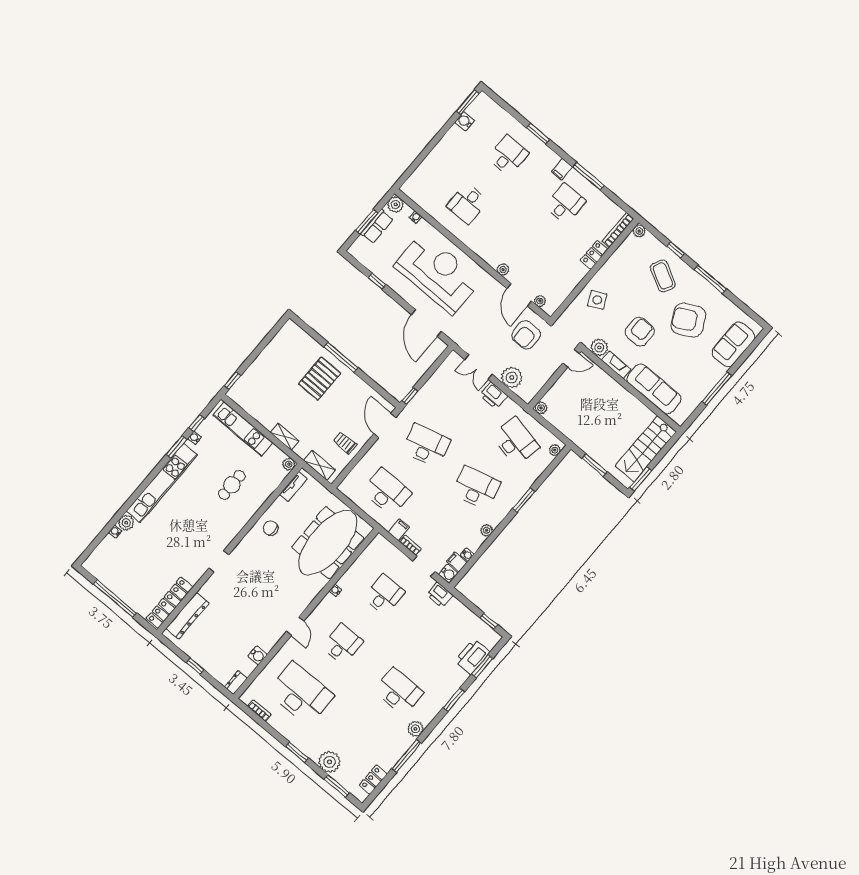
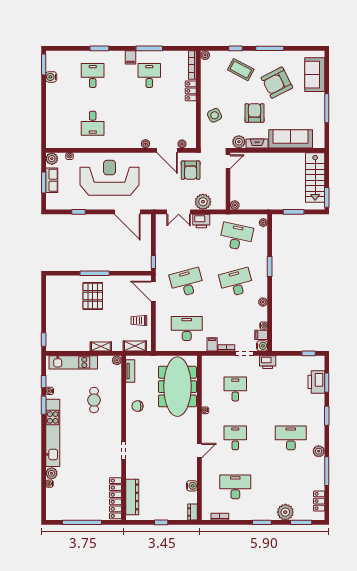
door: (295, 626) -> (199, 451), hinge flipped
desk: (301, 694) -> (235, 487), width x0.73, depth x0.77

